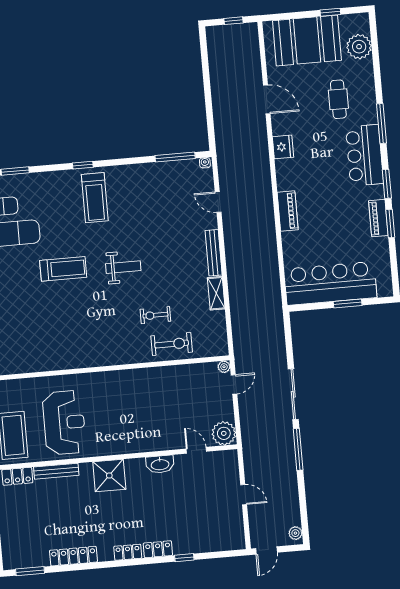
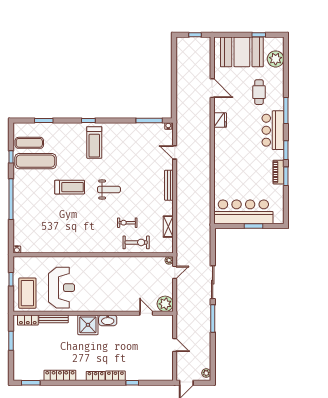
piano: (288, 211) -> (220, 162), removed
shelving: (216, 293) -> (168, 227), moved
washbasin: (160, 464) -> (108, 320), moved

